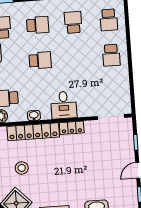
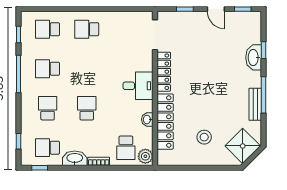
school desk: (109, 20) -> (48, 29), turned 180
school desk: (111, 55) -> (87, 29), turned 180
locker: (72, 128) -> (164, 72), width x1.53

